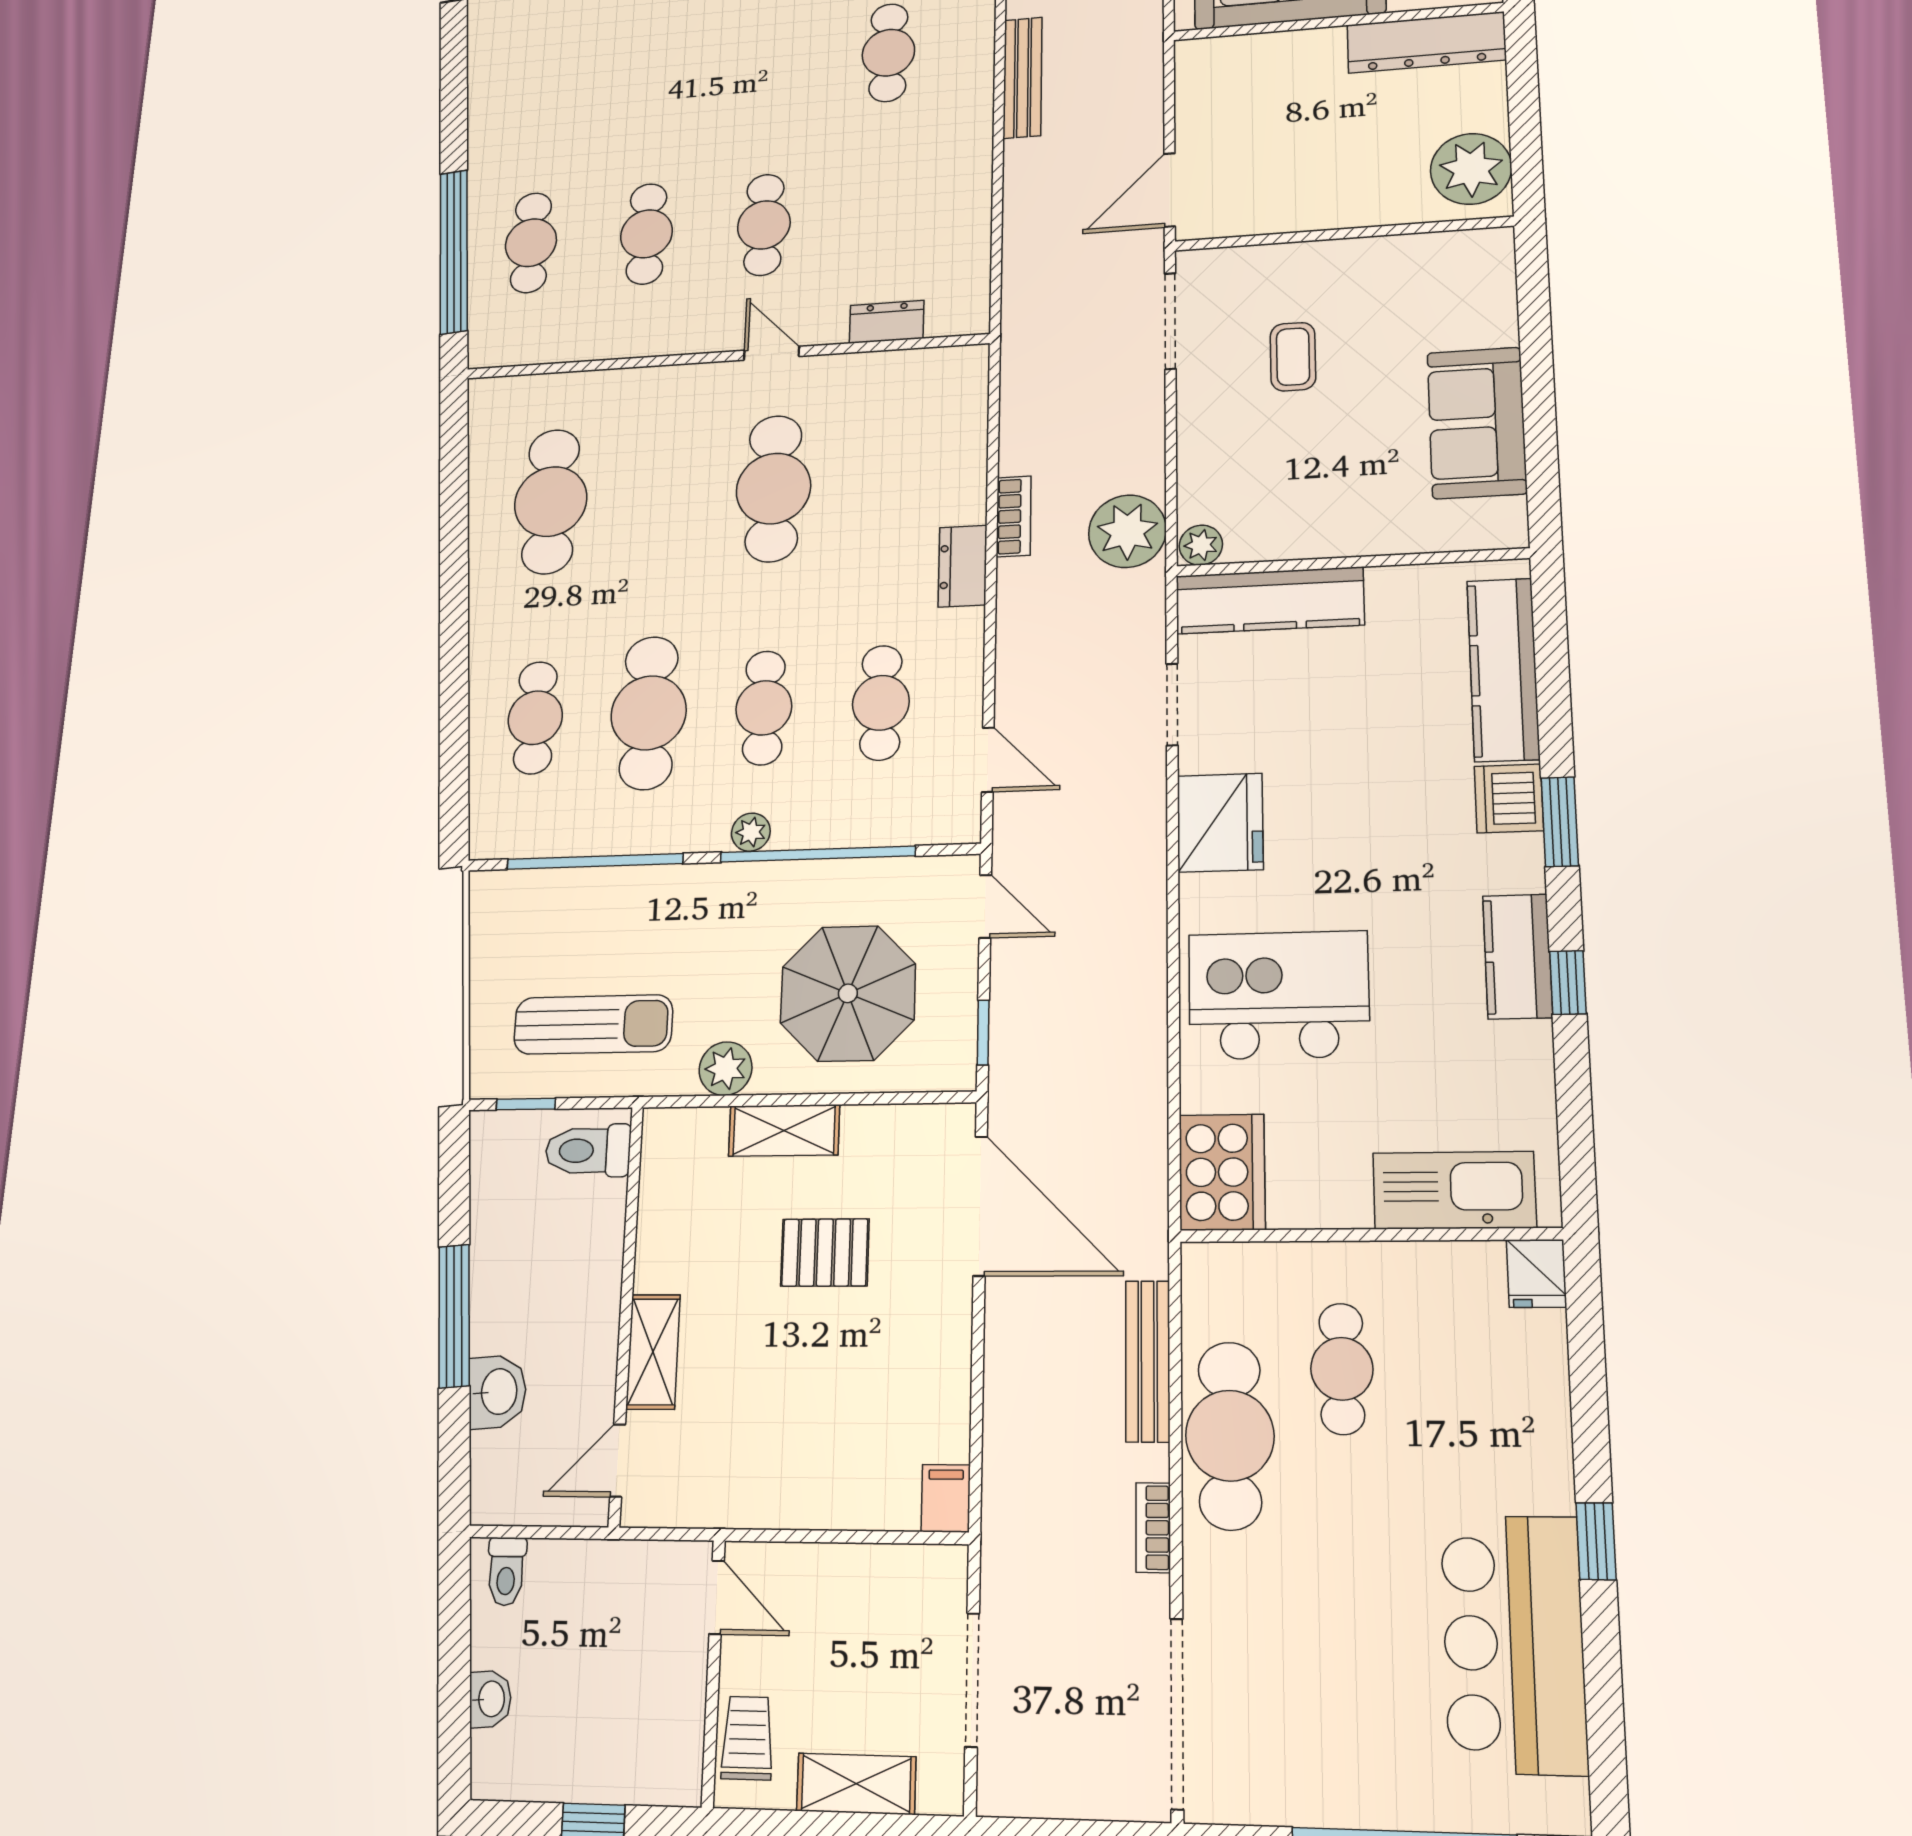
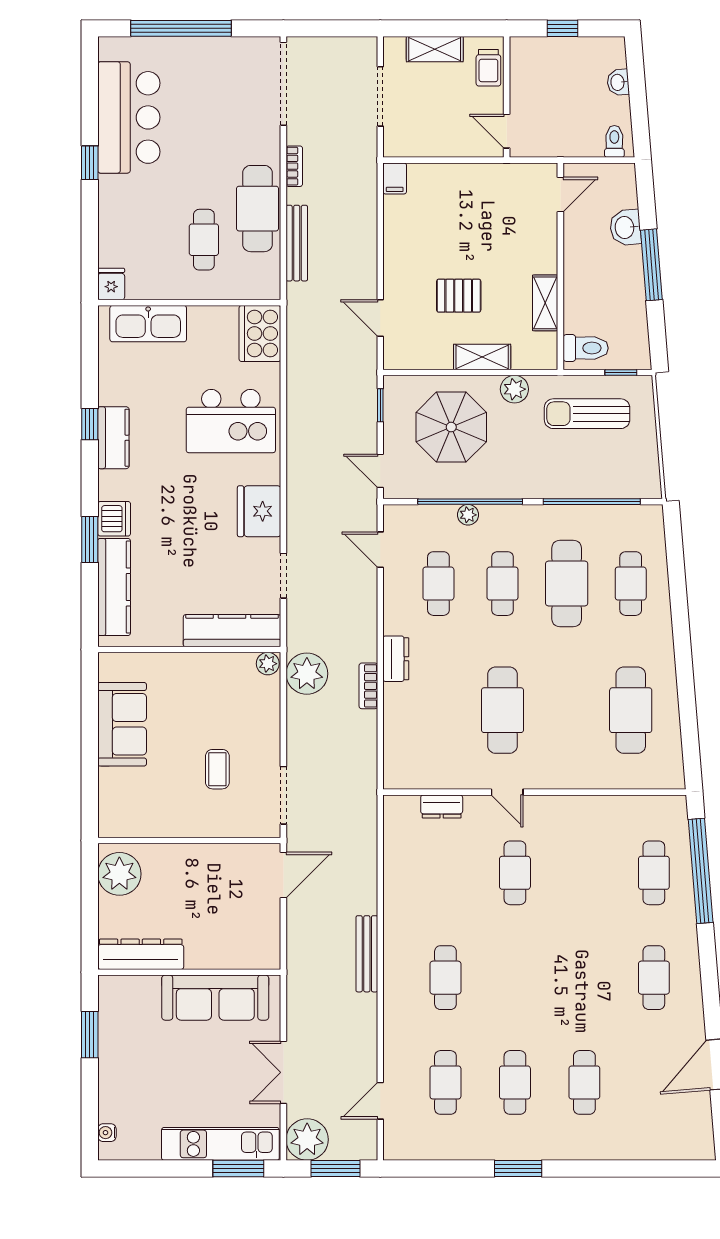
cafe table: (646, 234) -> (654, 978), moved
window: (1560, 822) -> (90, 540), moved
plant: (751, 832) -> (468, 515), moved
door: (980, 1206) -> (380, 318), width x0.53
shelving: (653, 1352) -> (545, 303), moved

